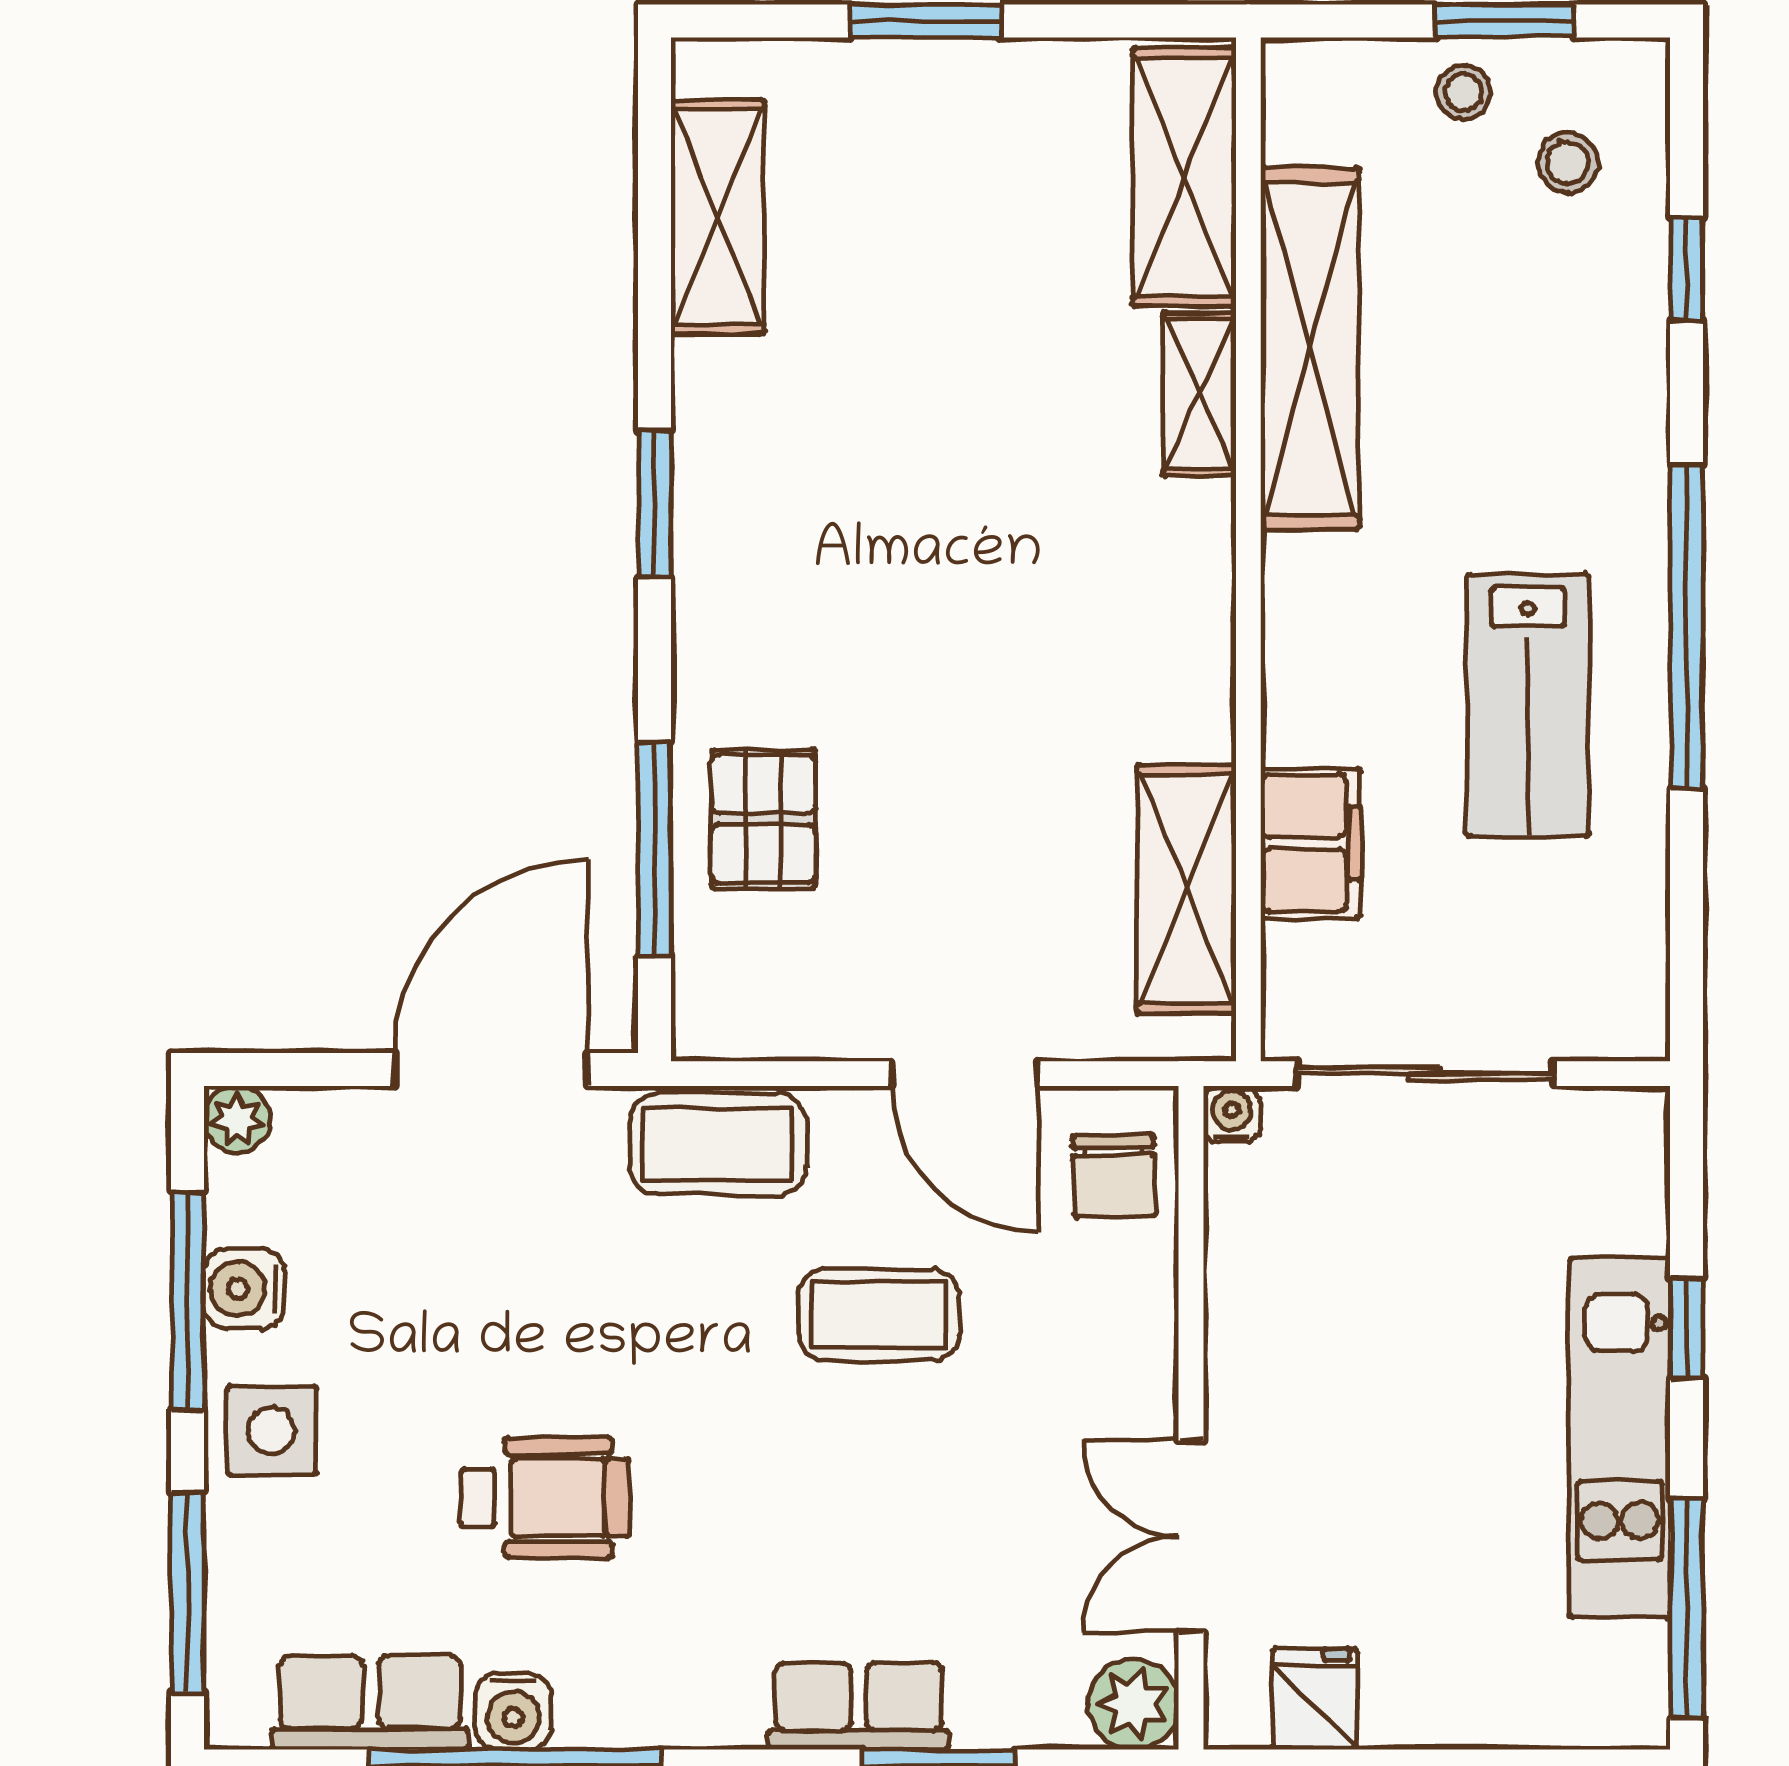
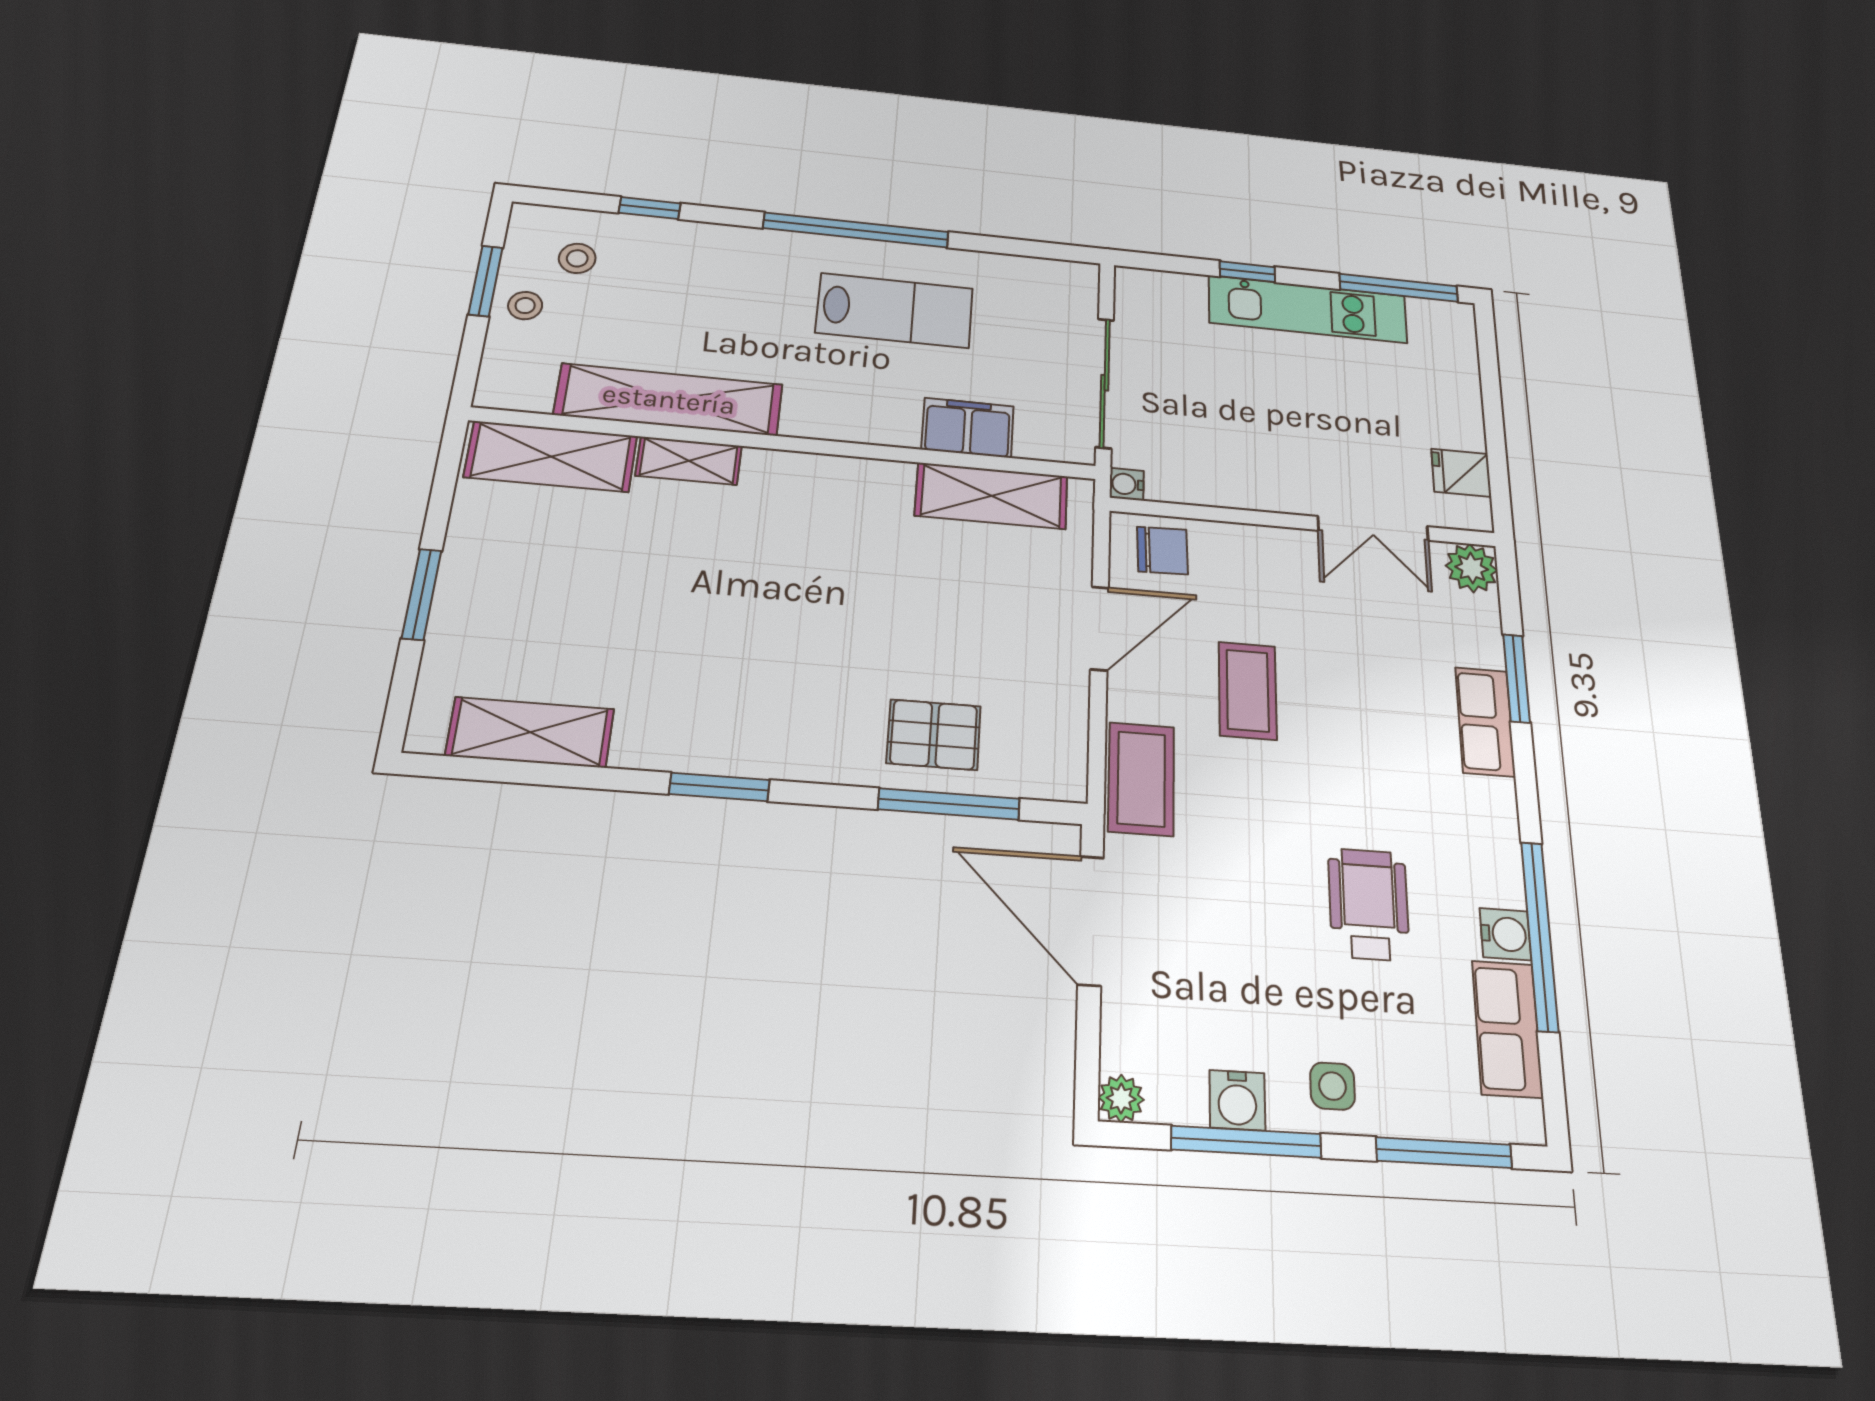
side table: (272, 1431) -> (1333, 1086), width x0.73, depth x0.73

